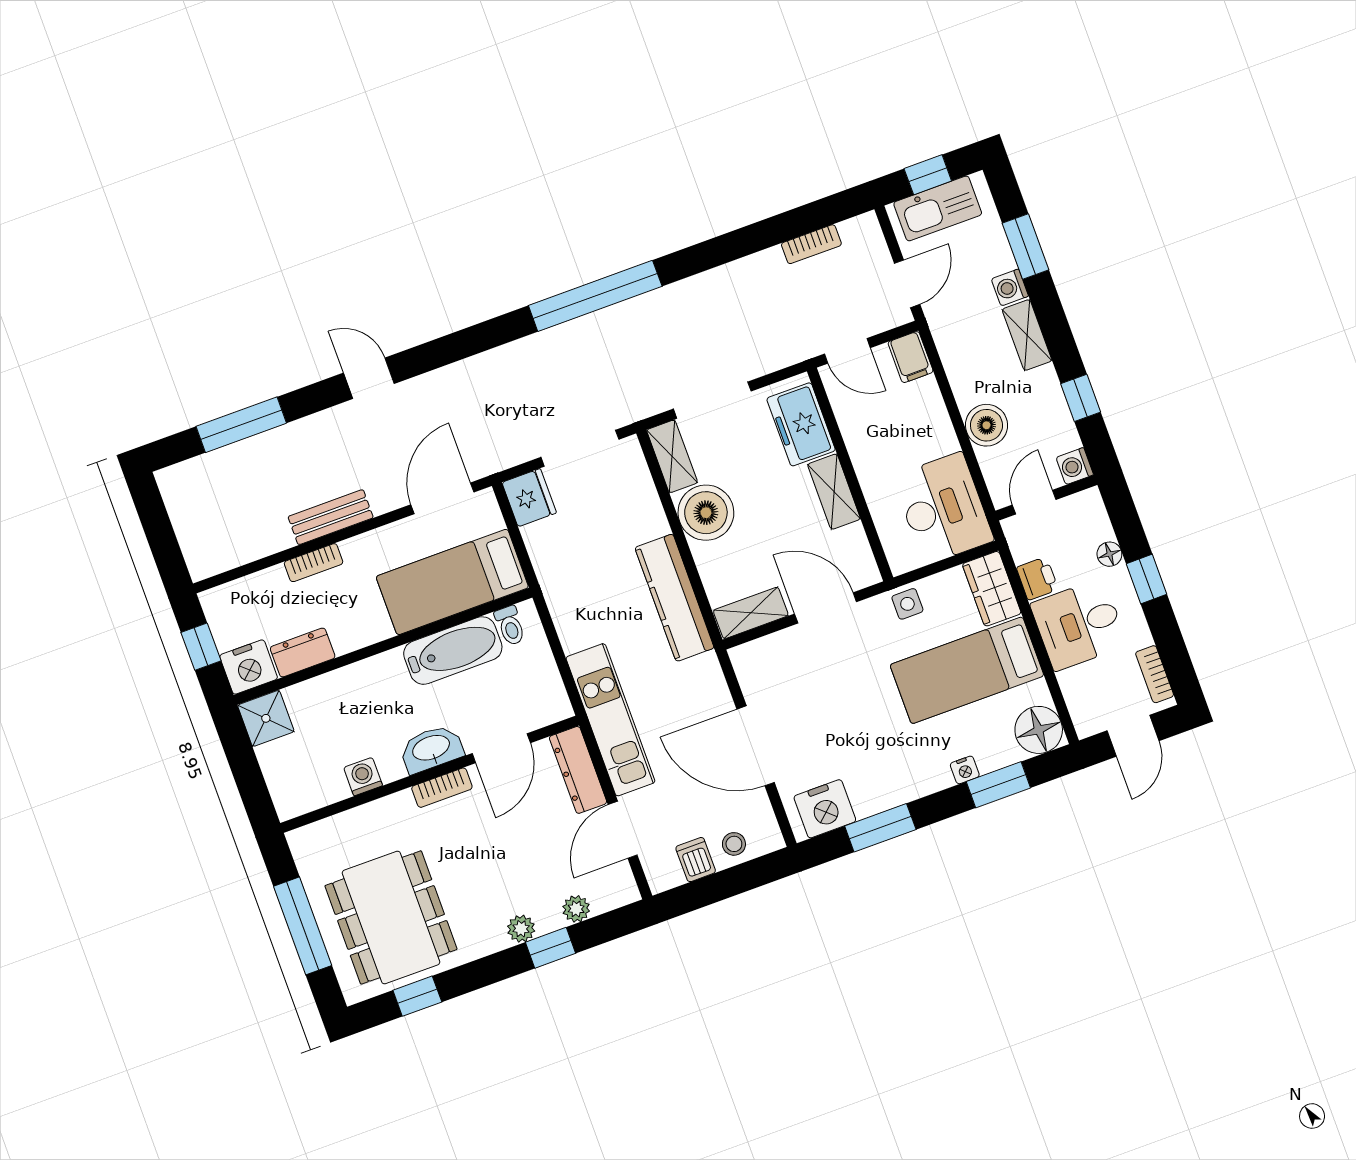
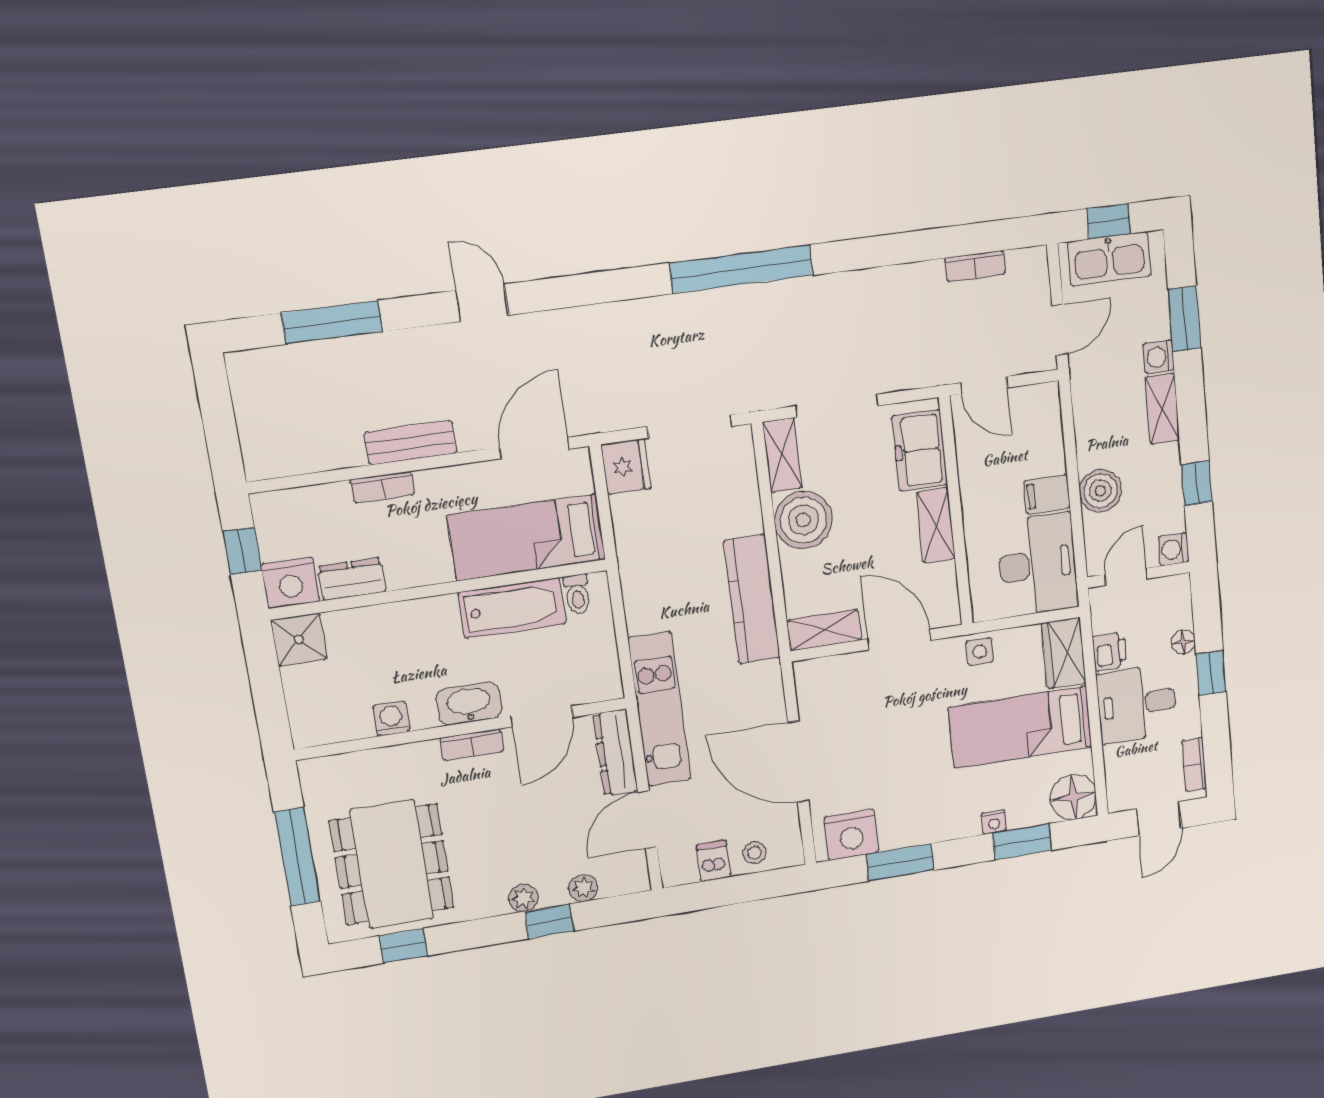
filing cabinet: (911, 357) -> (1047, 494), moved, turned 90

